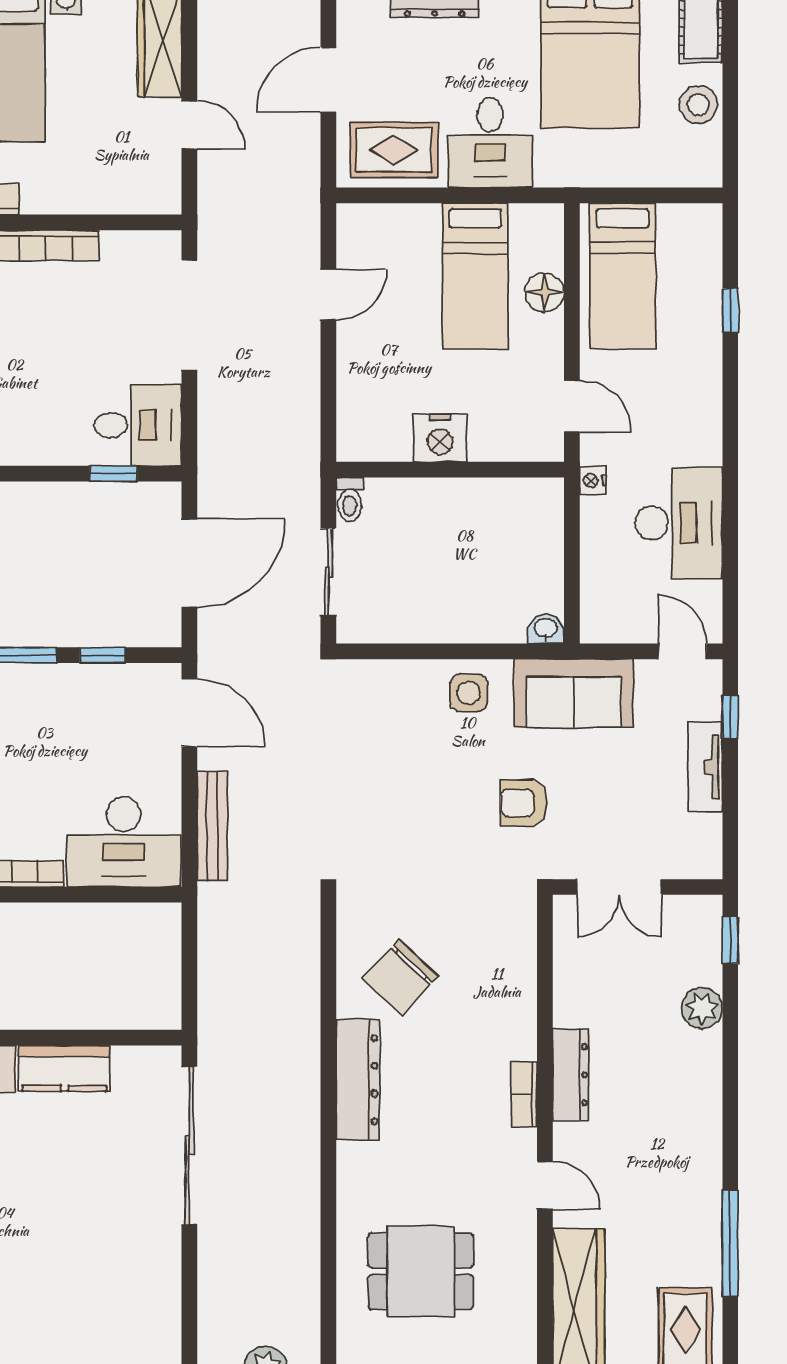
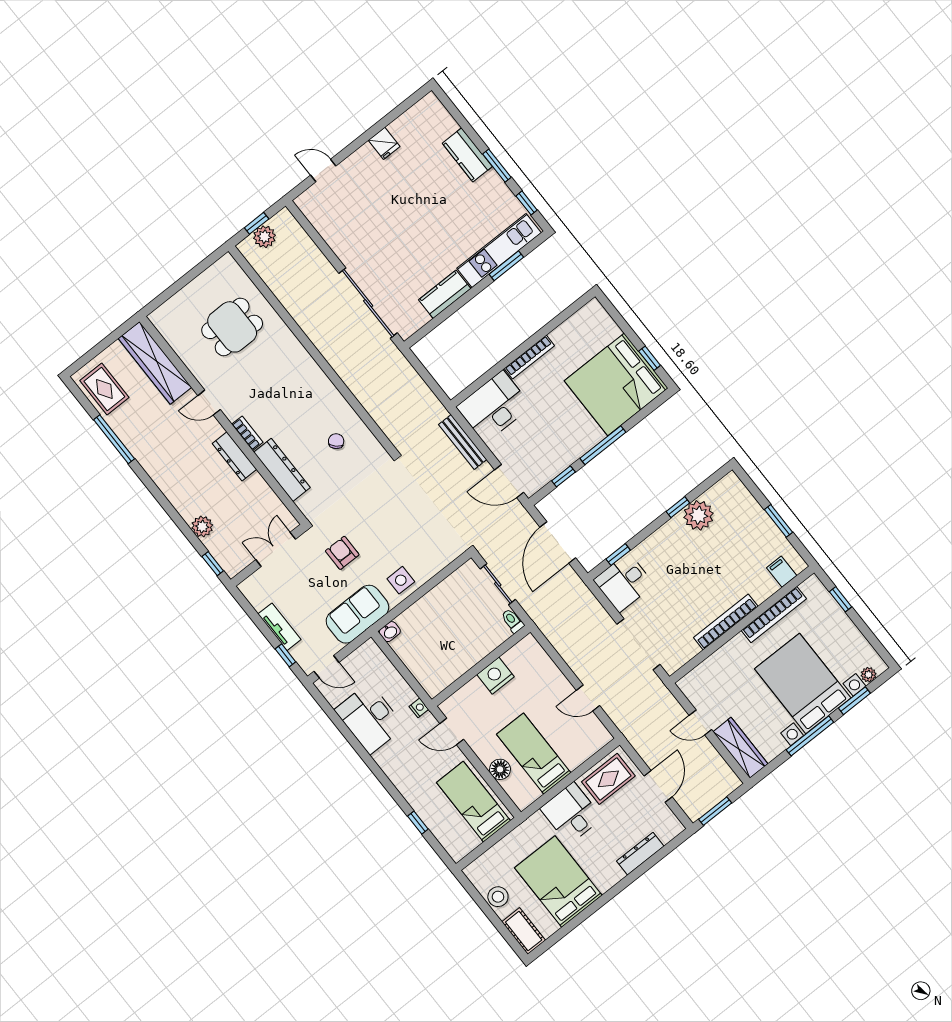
door: (328, 295) -> (588, 698), hinge flipped
armchair: (524, 803) -> (342, 553), turned -90
chair: (401, 977) -> (336, 441), width x0.54, depth x0.54
dresser: (358, 1080) -> (282, 470), moved, turned 180

